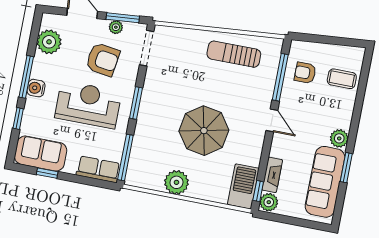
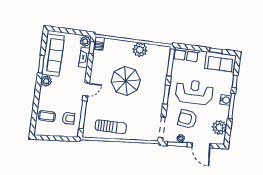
reception desk: (88, 105) -> (194, 92), turned 180
door: (272, 120) -> (86, 89), swing flipped
barbecue: (243, 186) -> (99, 44), width x0.53, depth x0.65

